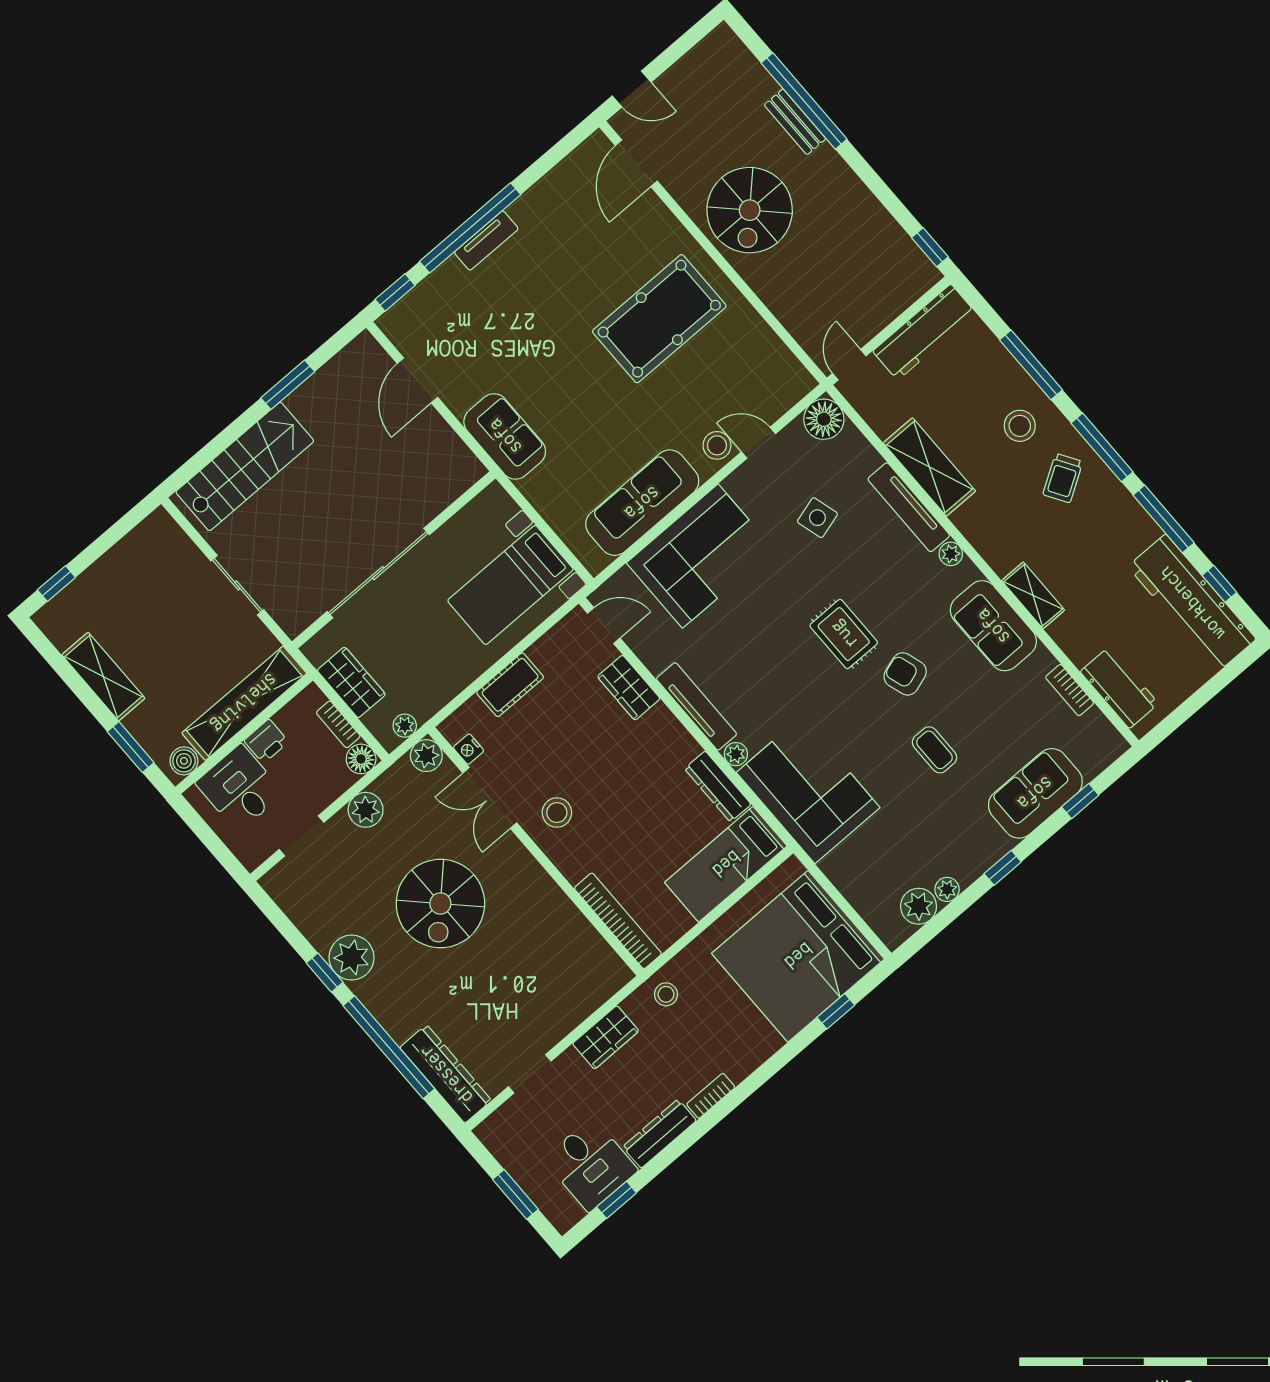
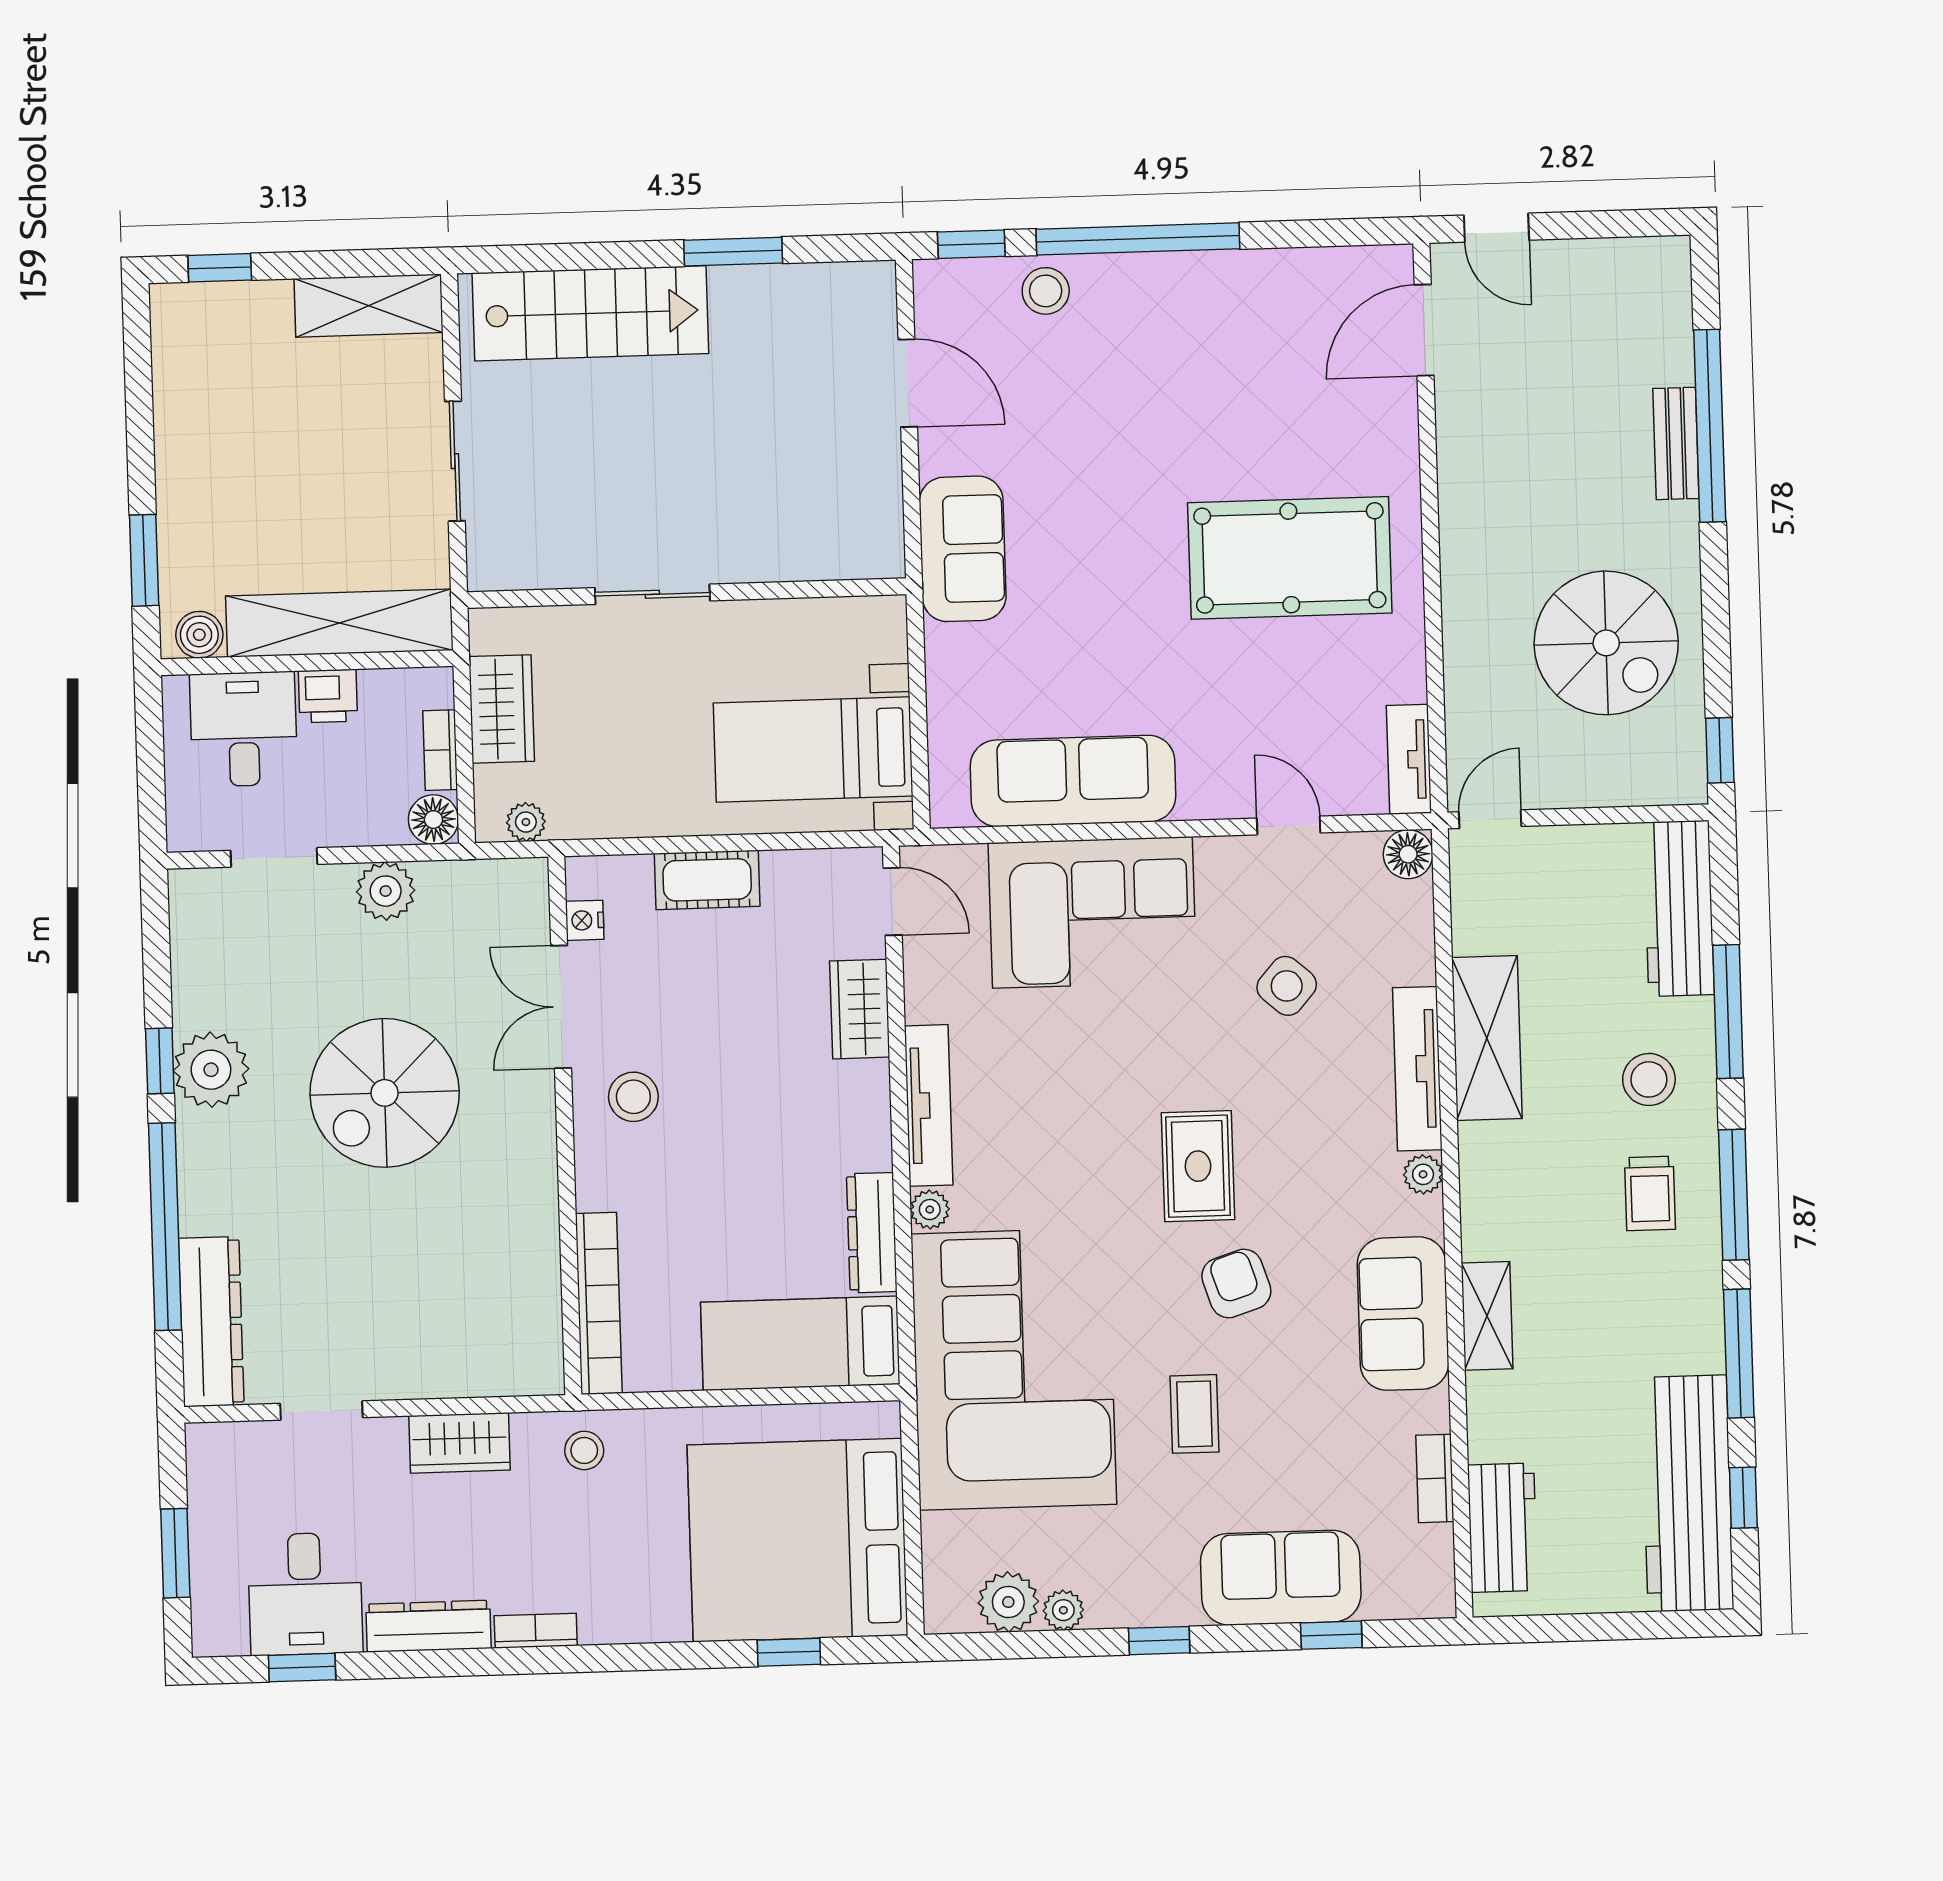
spiral stairs: (750, 210) -> (1606, 643), moved, turned -90
tv unit: (486, 241) -> (1409, 759), moved, turned 90
workbench: (924, 332) -> (1679, 908), moved, turned 90
door: (417, 380) -> (908, 383), swing flipped
floor lamp: (824, 419) -> (1408, 854), width x0.73, depth x0.73
stool: (717, 445) -> (1046, 291), moved
trolley: (1063, 478) -> (1650, 1193), turned -58
side table: (817, 518) -> (1287, 986), turned -33
sliding door: (378, 573) -> (652, 594), width x0.54
shelving: (103, 677) -> (369, 306), moved, turned 90
plant: (426, 756) -> (523, 884), removed
corner sofa: (808, 790) -> (1014, 1369), width x1.36, depth x1.36

